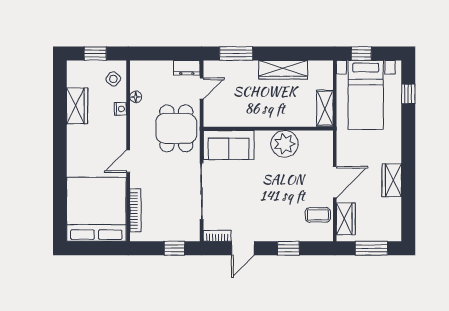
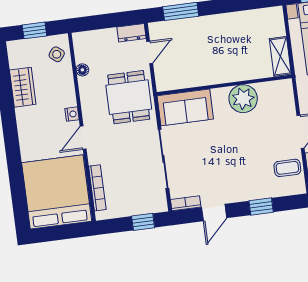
wardrobe: (283, 70) -> (232, 22), removed
nightstand: (120, 109) -> (72, 114), moved

